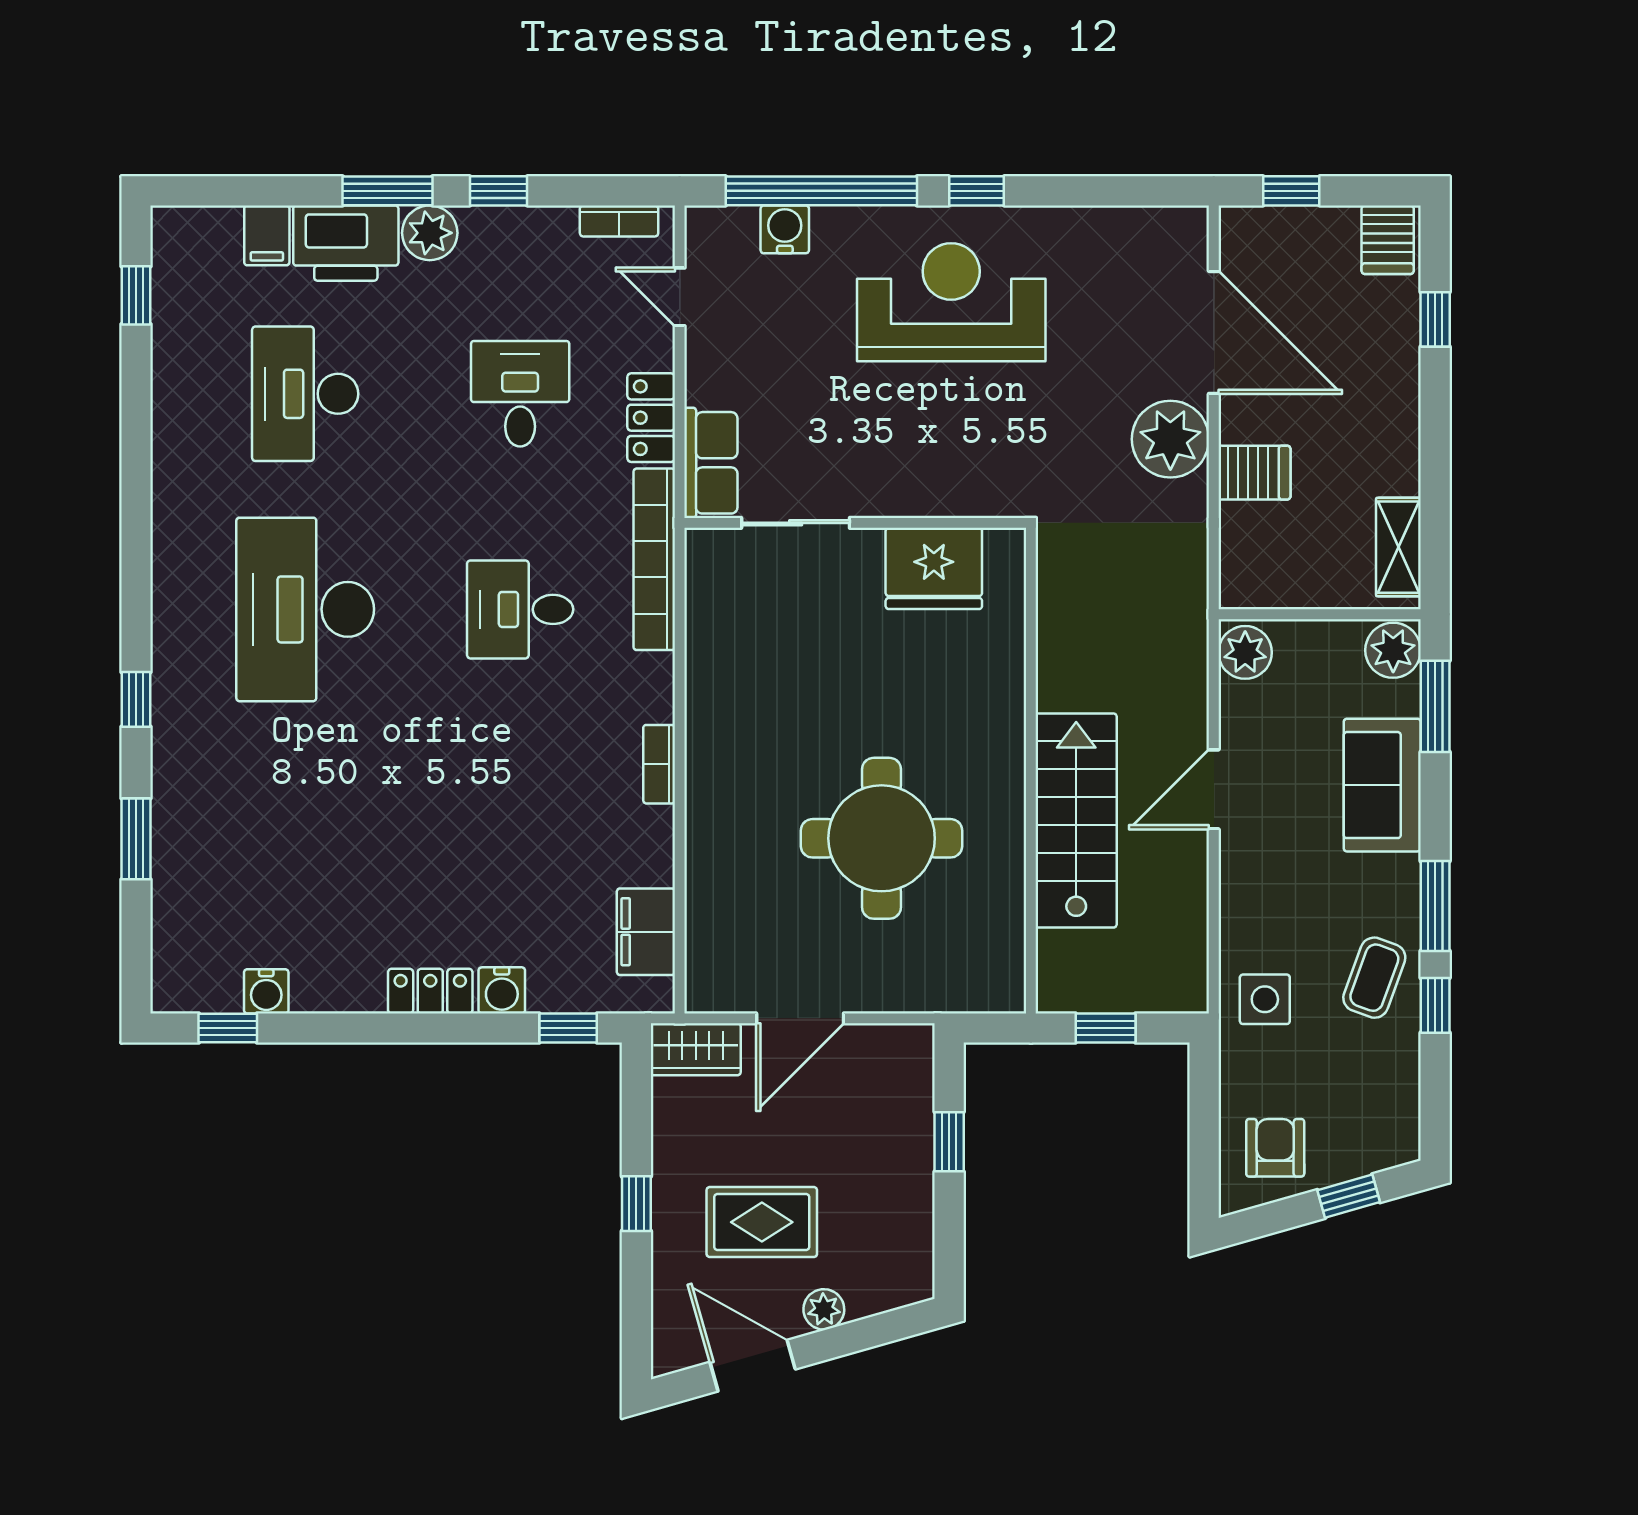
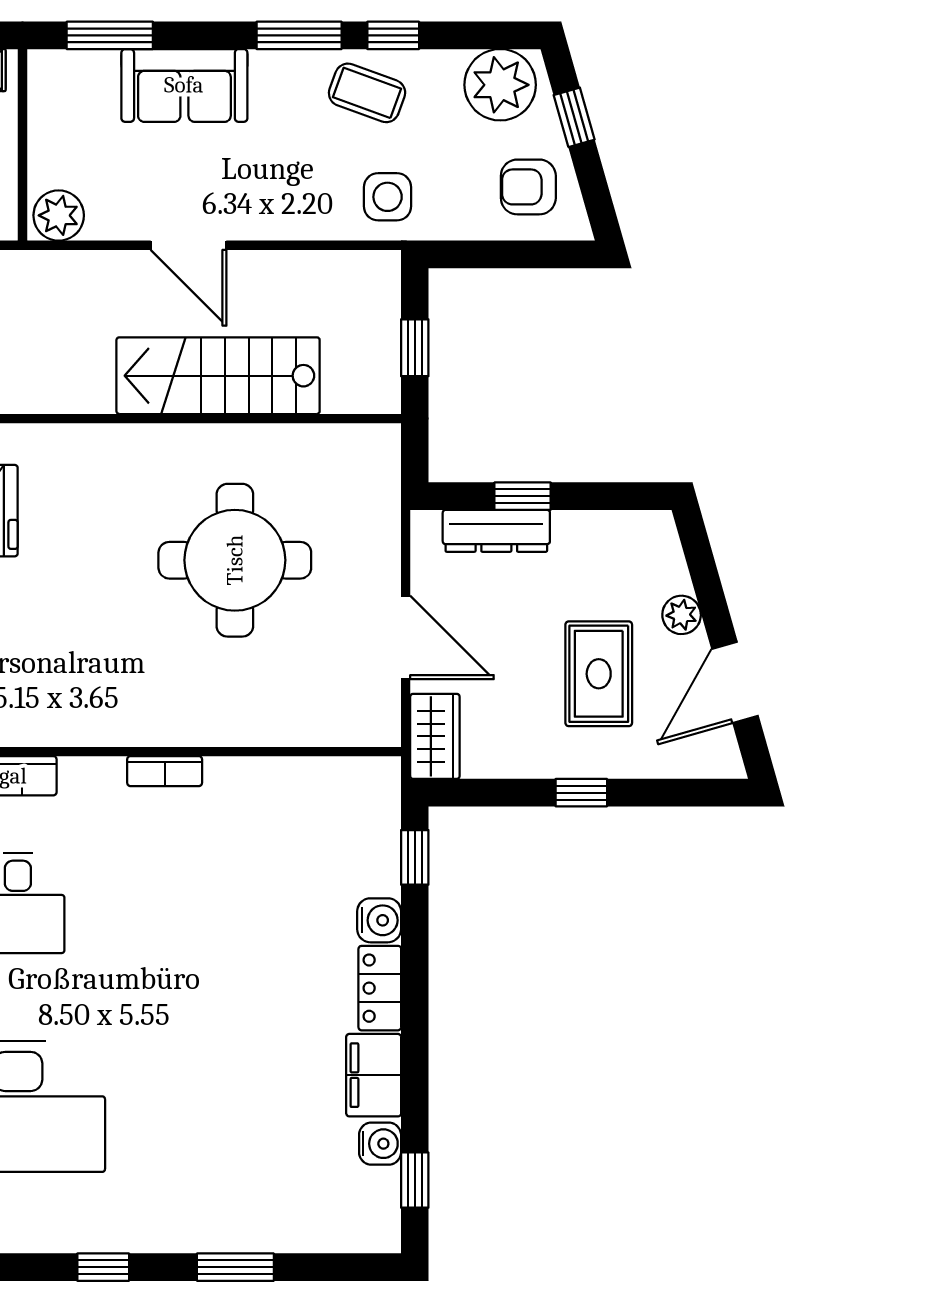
plant: (1393, 650) -> (500, 85), moved, width x1.36, depth x1.36
filing cabinet: (646, 932) -> (374, 1075), moved, turned 90
dresser: (913, 1114) -> (496, 531), added

